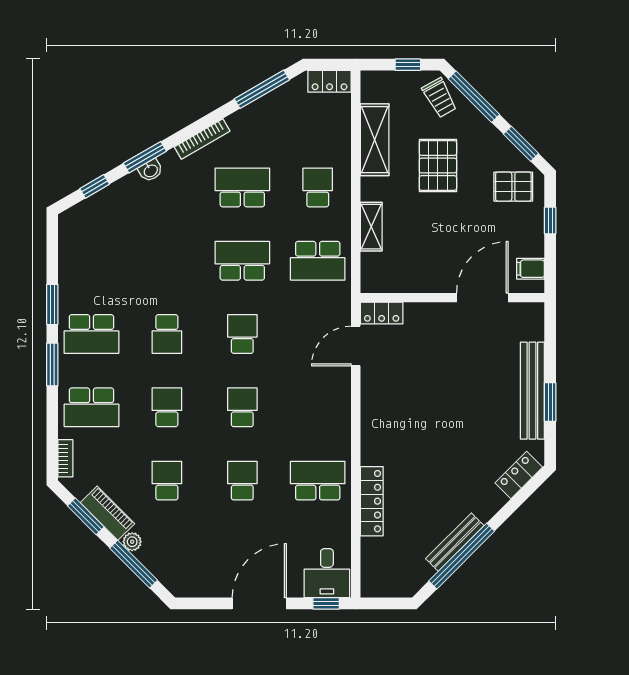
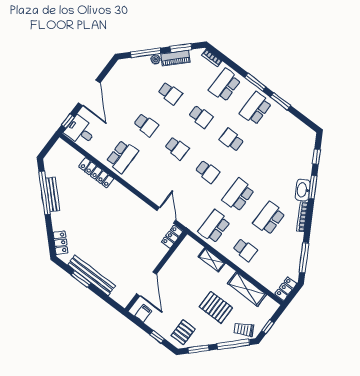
washbasin: (151, 170) -> (303, 190), width x1.91, depth x1.45
school desk: (242, 187) -> (269, 218), turned 180
school desk: (242, 261) -> (238, 195), turned 180

